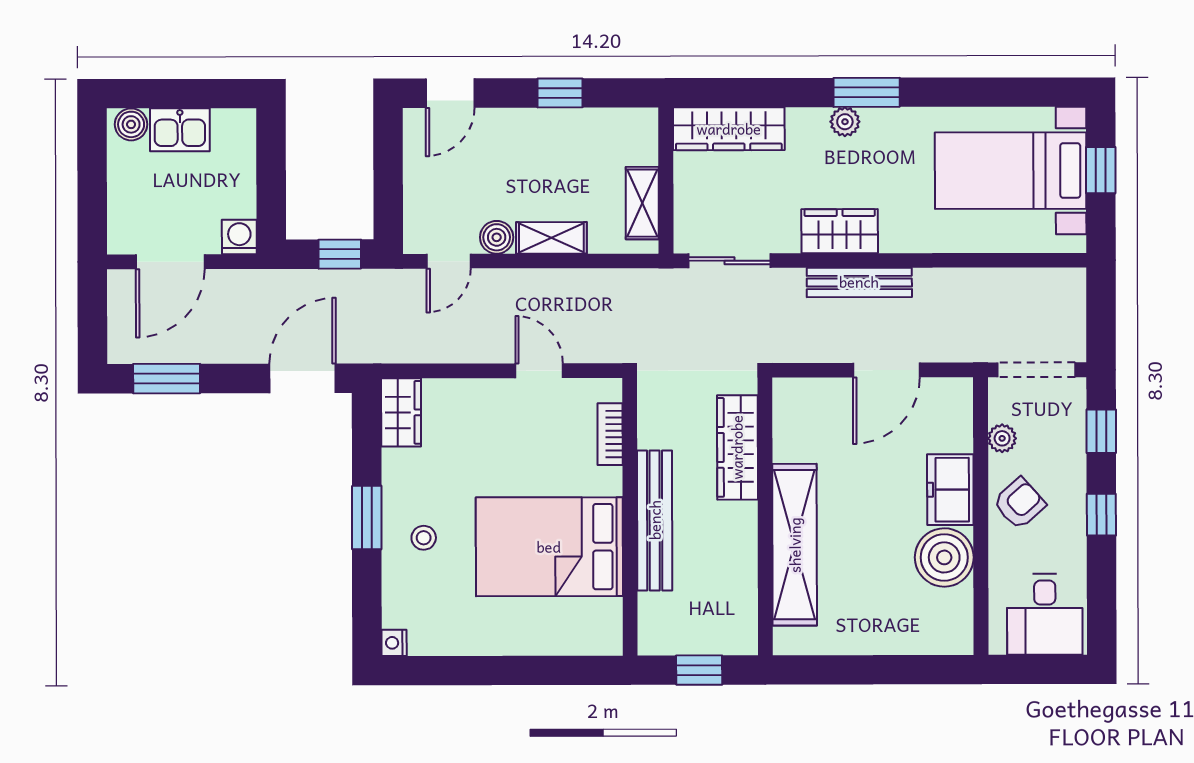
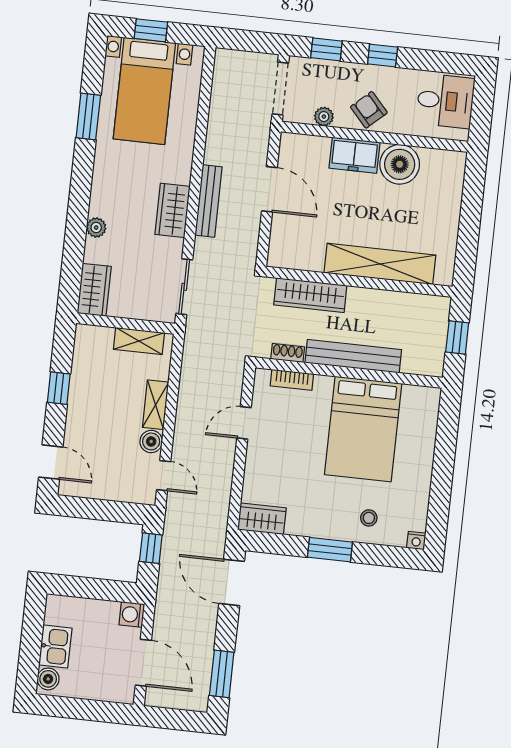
window: (867, 92) -> (88, 116), moved
plant: (845, 122) -> (96, 228), moved
wardrobe: (729, 129) -> (94, 290), width x0.67
shoe rack: (649, 423) -> (288, 353), added
stool: (424, 538) -> (369, 518), moved

